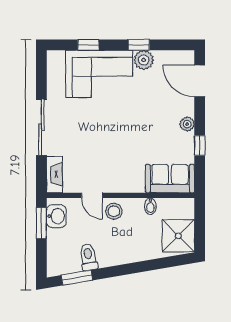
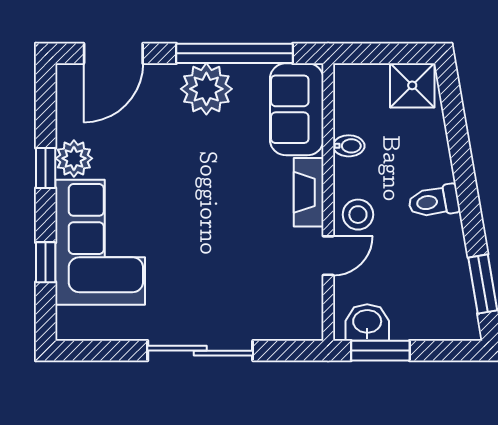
plant: (187, 124) -> (206, 89), width x1.88, depth x1.88
window: (200, 145) -> (235, 53), width x3.17
fireplace: (54, 174) -> (309, 192), moved, turned -90
shower: (178, 236) -> (412, 85), width x0.73, depth x0.73
toilet: (88, 257) -> (434, 201), moved

